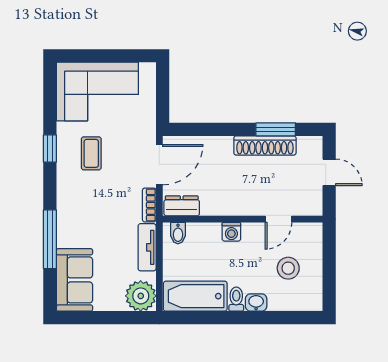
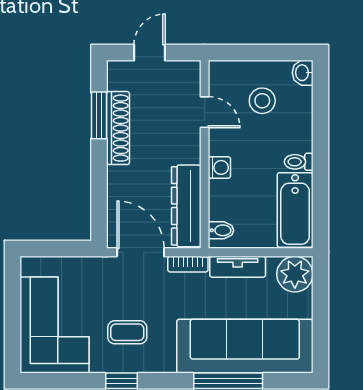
dresser: (182, 206) -> (186, 206), width x1.96, depth x1.24
sofa: (75, 280) -> (245, 346), width x1.85, depth x1.27
washbasin: (256, 303) -> (303, 73), moved

